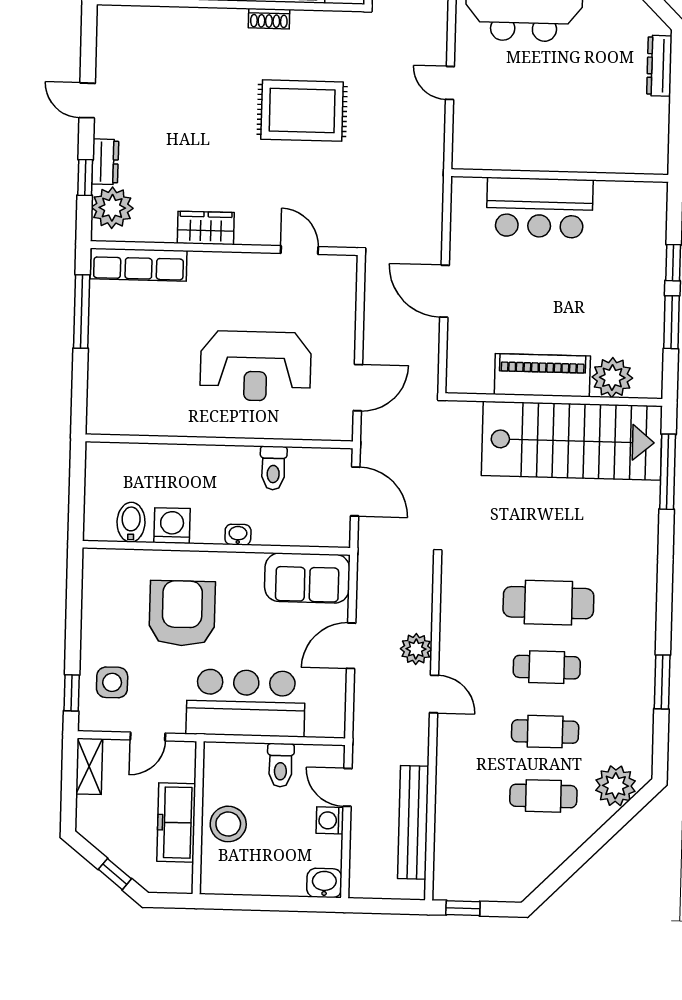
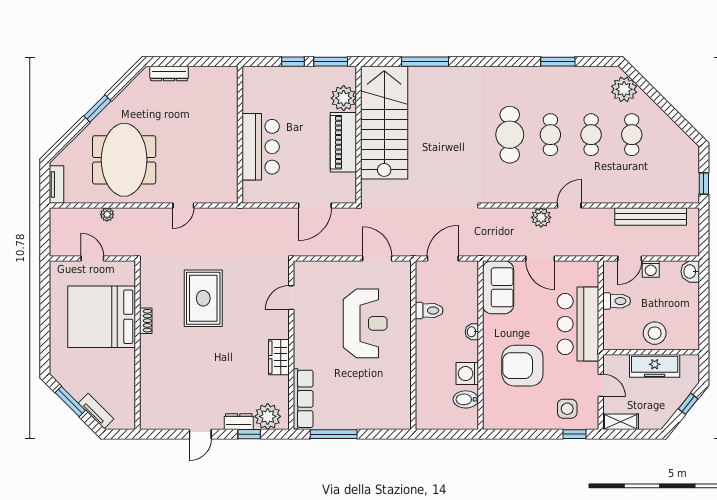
piano: (542, 375) -> (343, 142), moved
plant: (612, 378) -> (344, 98), moved
wall: (554, 400) -> (358, 135), moved
stairs: (572, 441) -> (384, 123), moved

